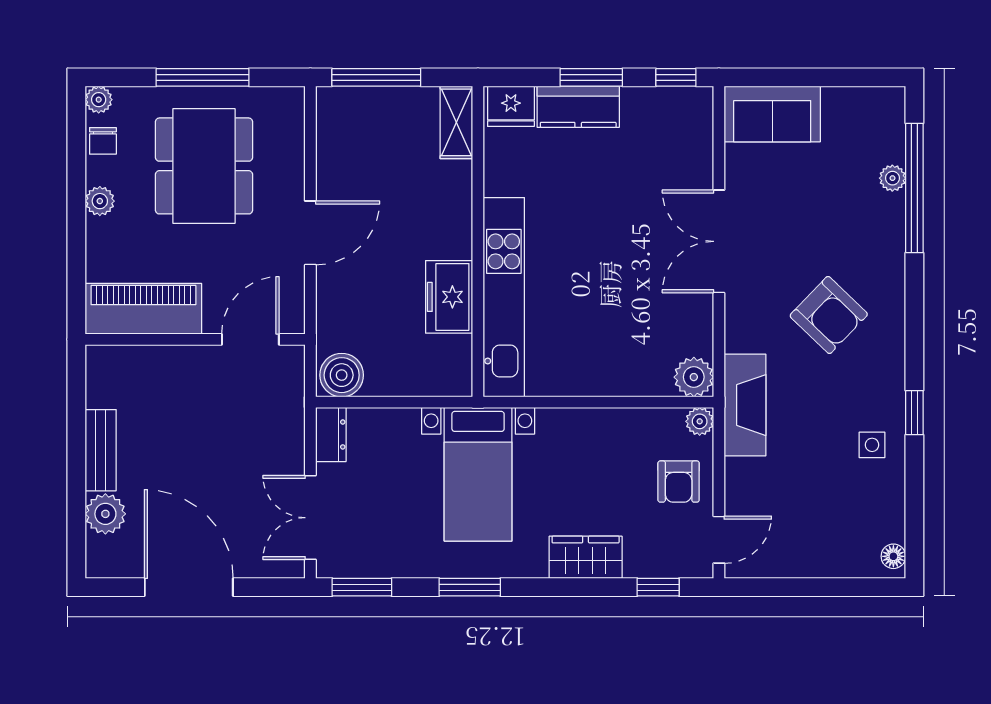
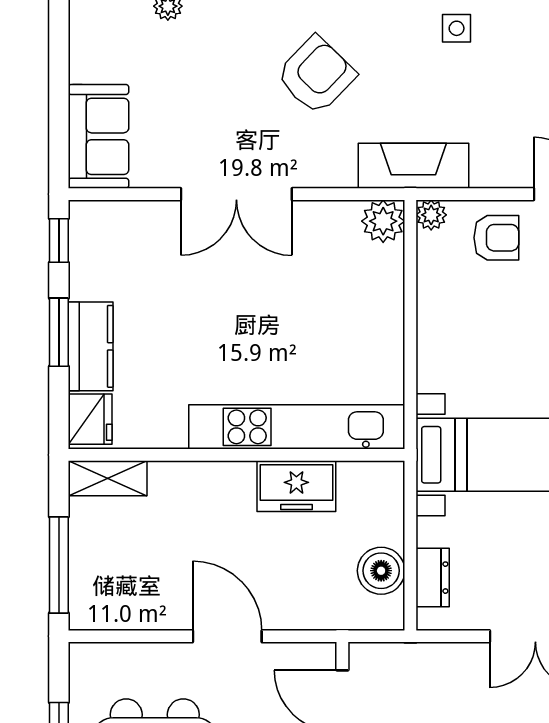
boiler: (342, 375) -> (381, 571), moved
dresser: (331, 434) -> (433, 578), moved, turned 90

